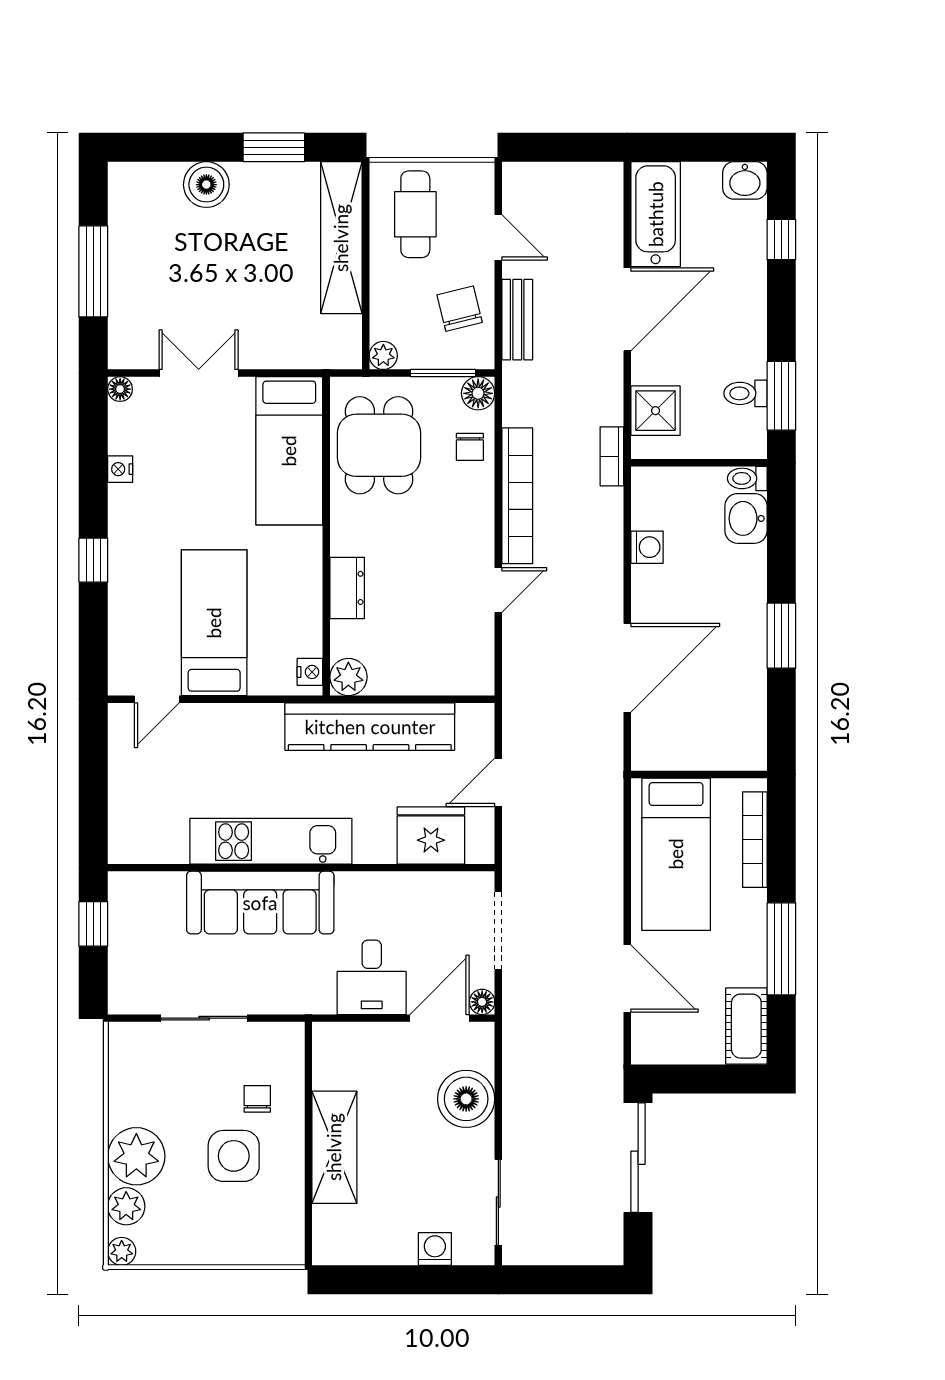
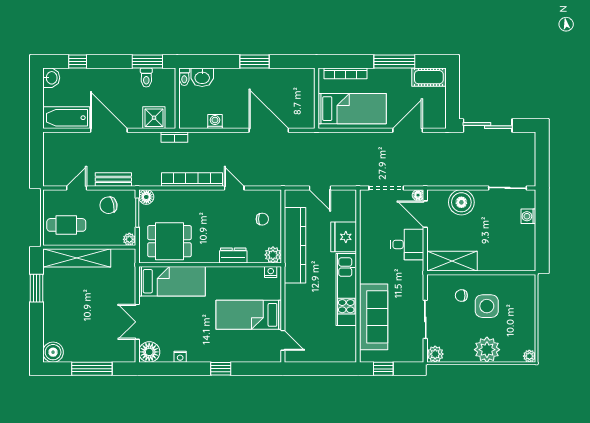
boiler: (206, 185) -> (53, 352), moved
floor lamp: (120, 389) -> (149, 352), width x1.89, depth x1.89
chair: (470, 447) -> (262, 219), moved
fridge: (431, 835) -> (344, 237), moved
sofa: (260, 903) -> (374, 317), moved
shelving: (334, 1147) -> (452, 261), moved
plant: (126, 1206) -> (435, 354), moved

